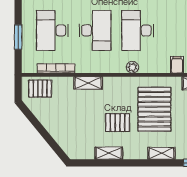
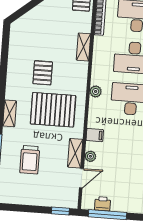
shelving: (109, 153) -> (14, 62), removed

